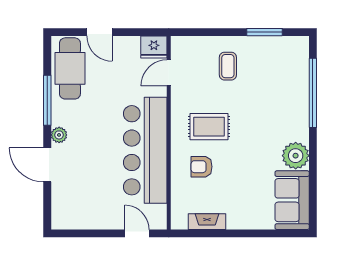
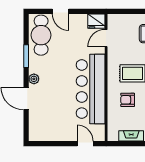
window: (47, 100) -> (26, 56), width x0.69

